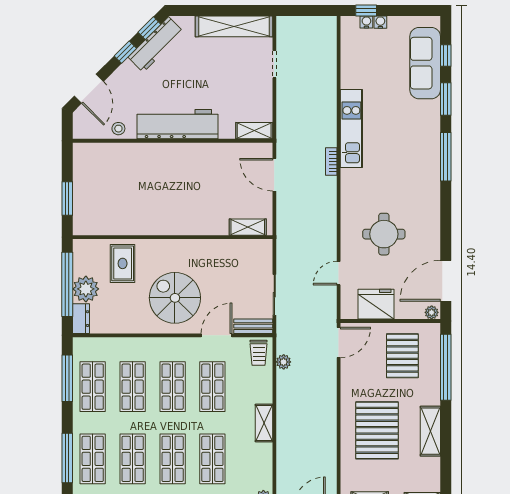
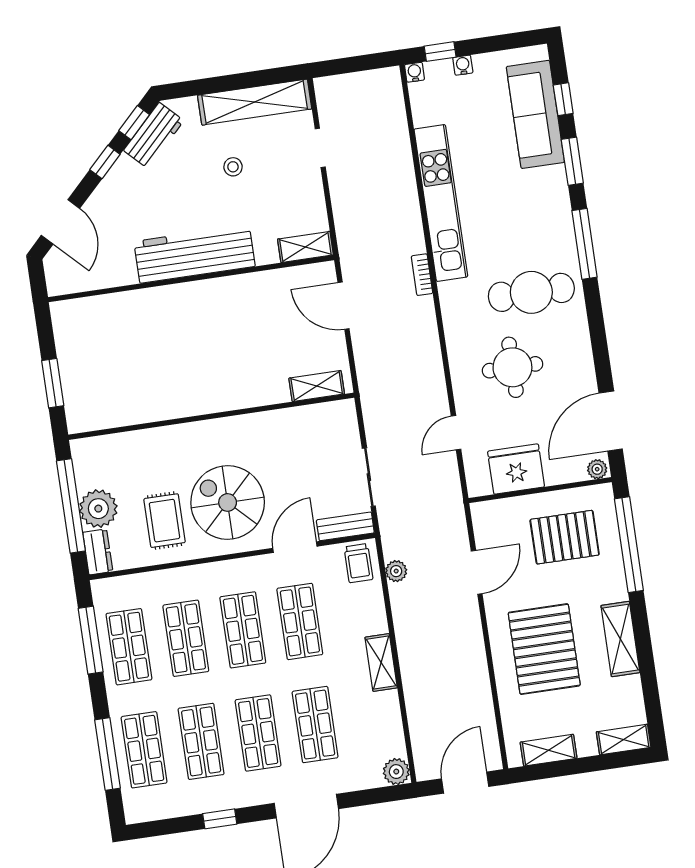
water cooler: (366, 22) -> (415, 72), moved
workbench: (156, 45) -> (154, 136), width x0.73
kitchen unit: (351, 128) -> (441, 203), width x1.36
stool: (118, 129) -> (233, 167), moved
cafe table: (404, 185) -> (531, 292), added
rug: (123, 263) -> (165, 521), moved
door: (339, 342) -> (477, 572), moved
pallet: (402, 356) -> (565, 537), turned 90

